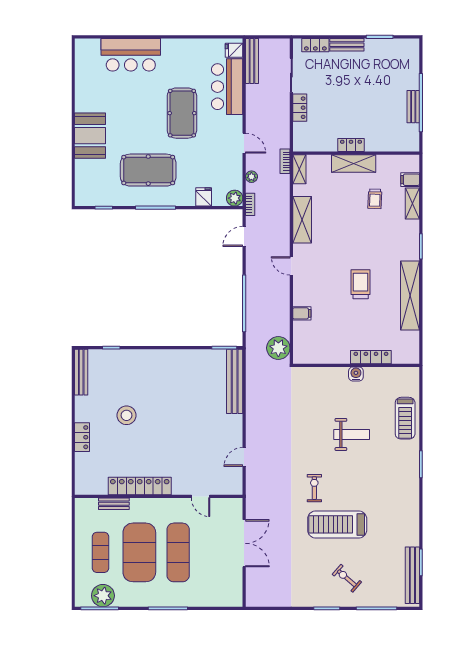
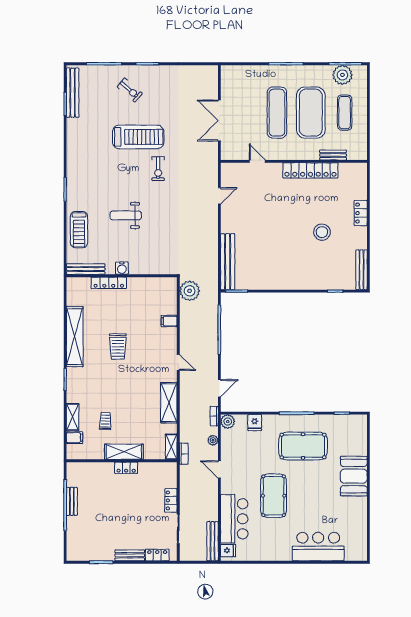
bench: (397, 373) -> (86, 269), added
treadmill: (405, 418) -> (79, 230), turned 180

